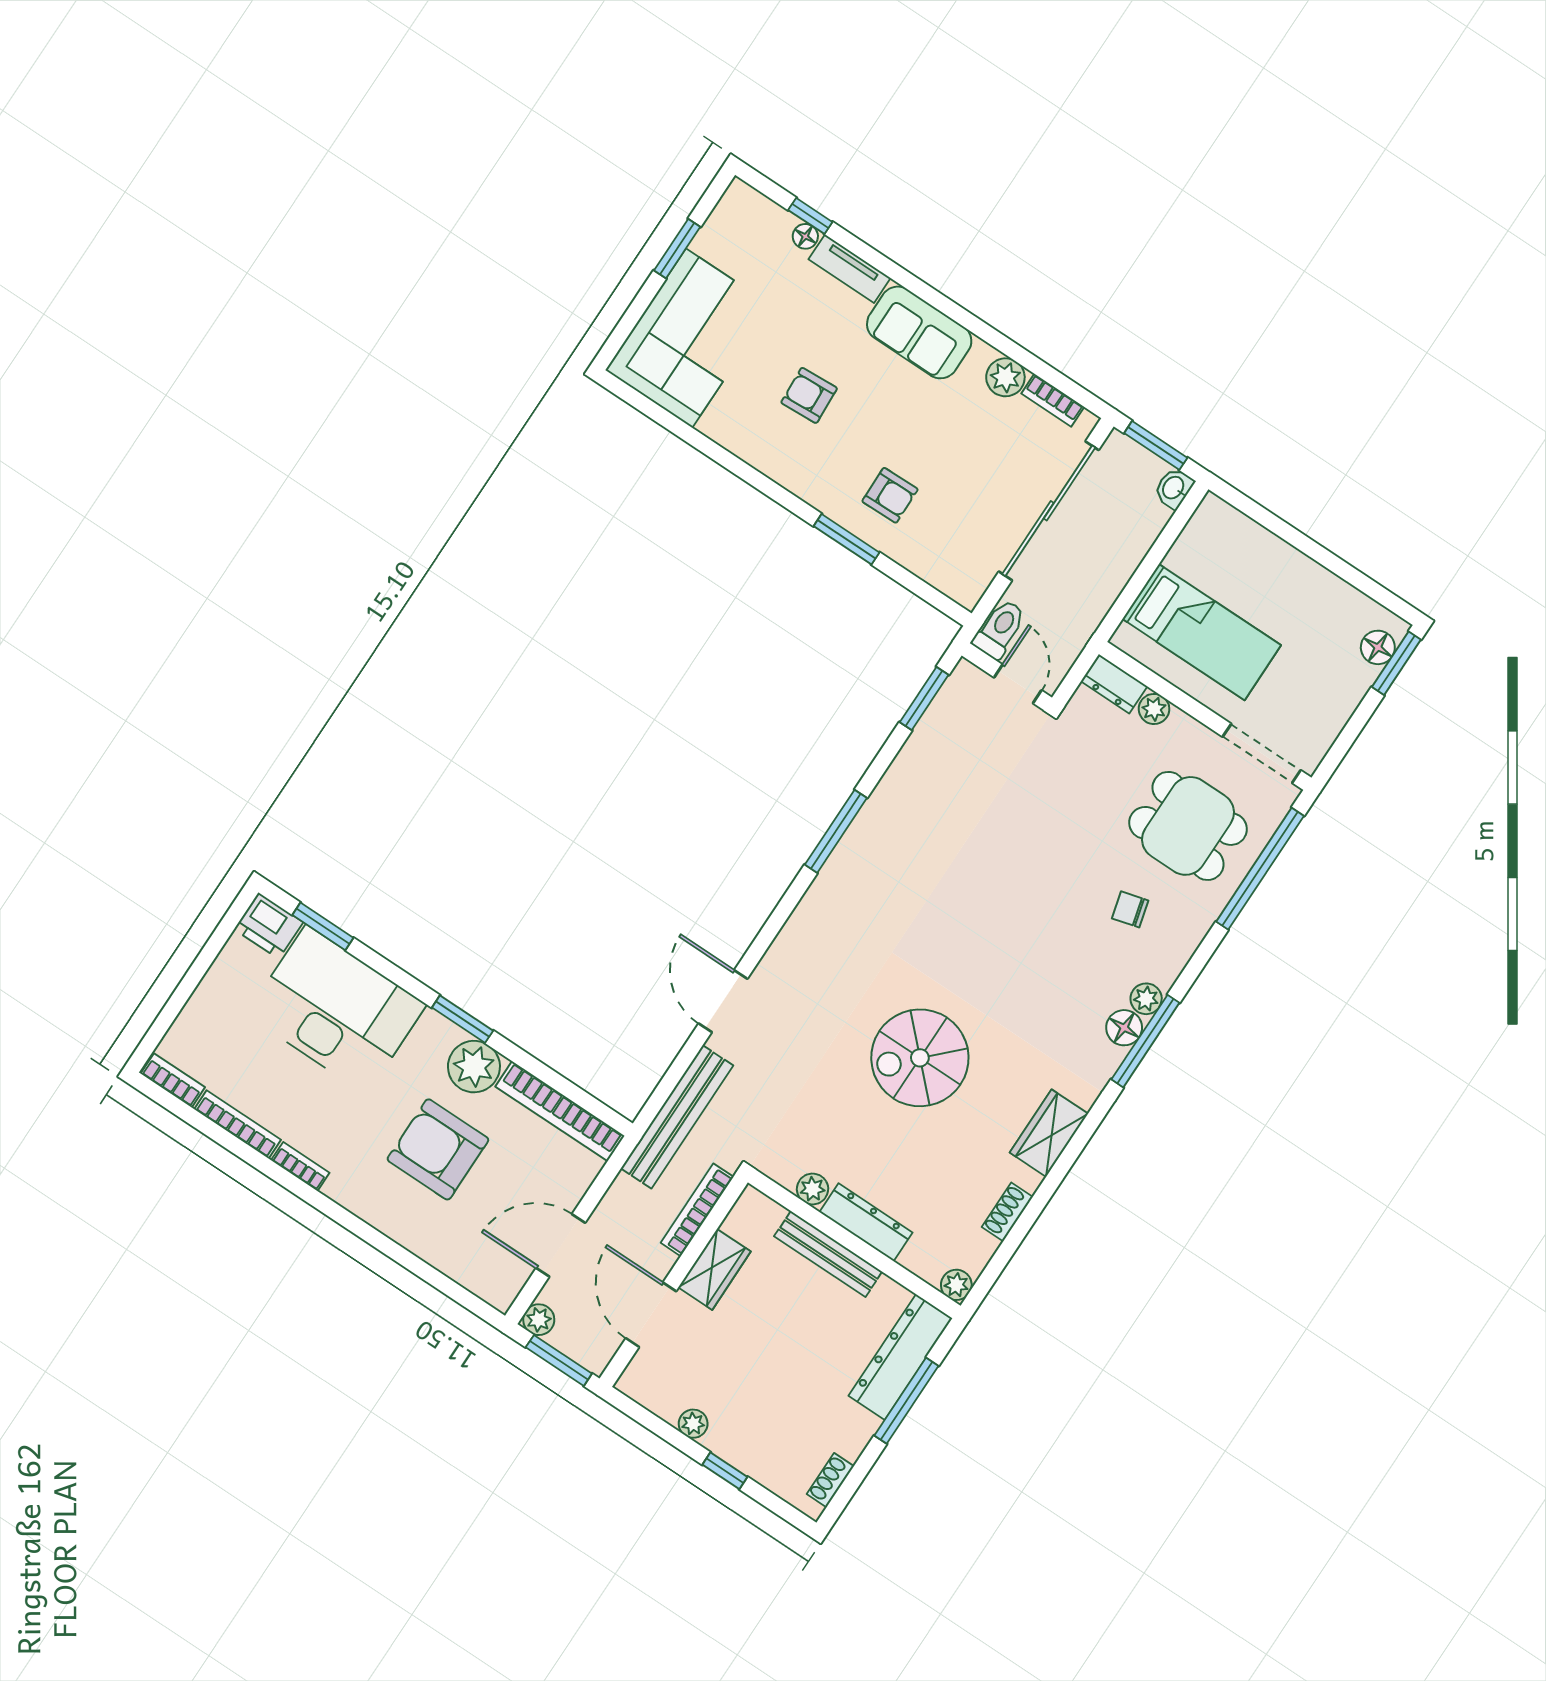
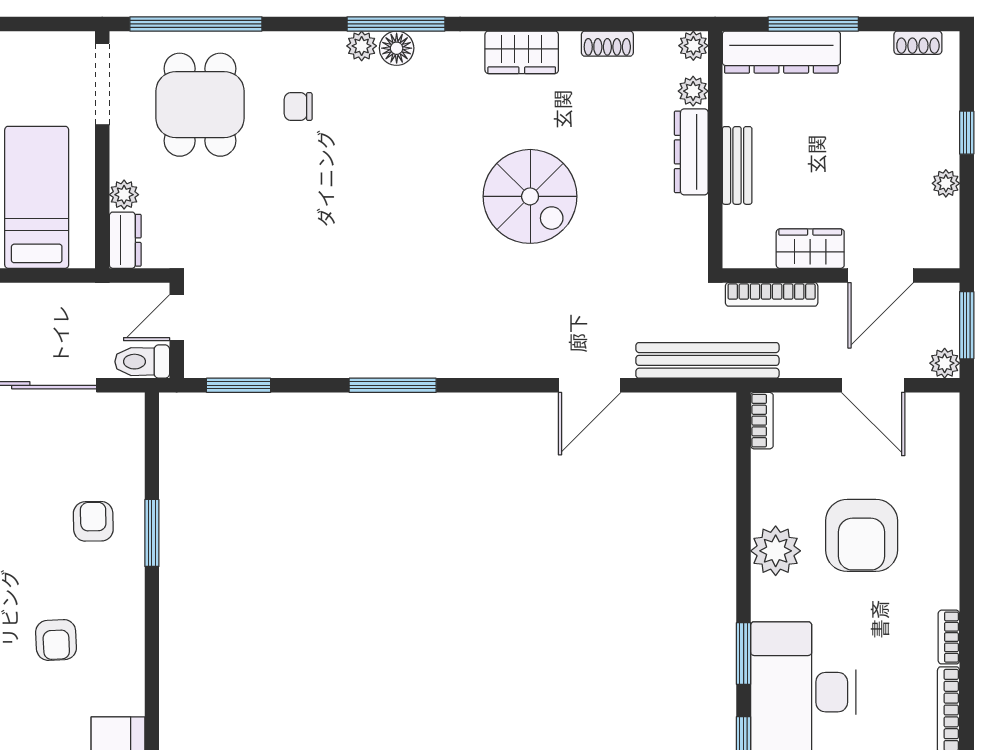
chair: (1130, 909) -> (298, 107), turned 105
window: (462, 1019) -> (744, 654), moved
bookcase: (560, 1111) -> (762, 421), width x0.43, depth x0.76
plant: (813, 1189) -> (693, 91), moved
bench: (828, 1254) -> (737, 165), width x0.73

